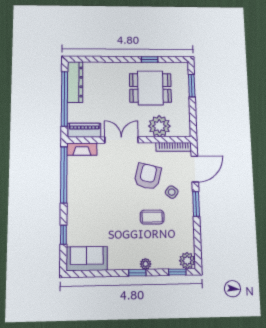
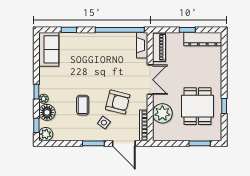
window: (64, 99) -> (187, 30), width x0.32
floor lamp: (162, 260) -> (47, 112), added

